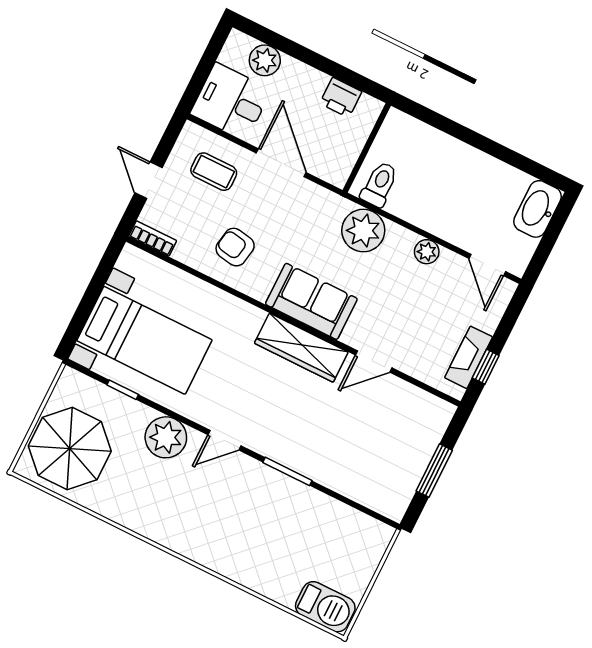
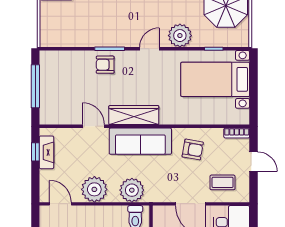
plant: (427, 252) -> (94, 189), width x1.88, depth x1.88
sofa: (311, 301) -> (140, 141), width x1.36
door: (374, 361) -> (94, 126), hinge flipped
armchair: (307, 450) -> (105, 65), added
window: (434, 471) -> (35, 86), width x1.44

